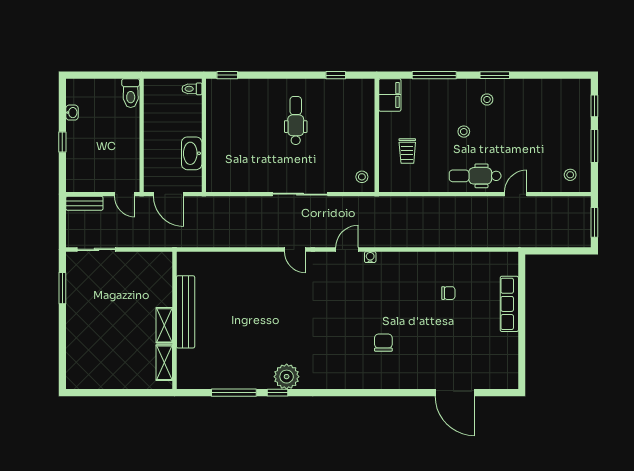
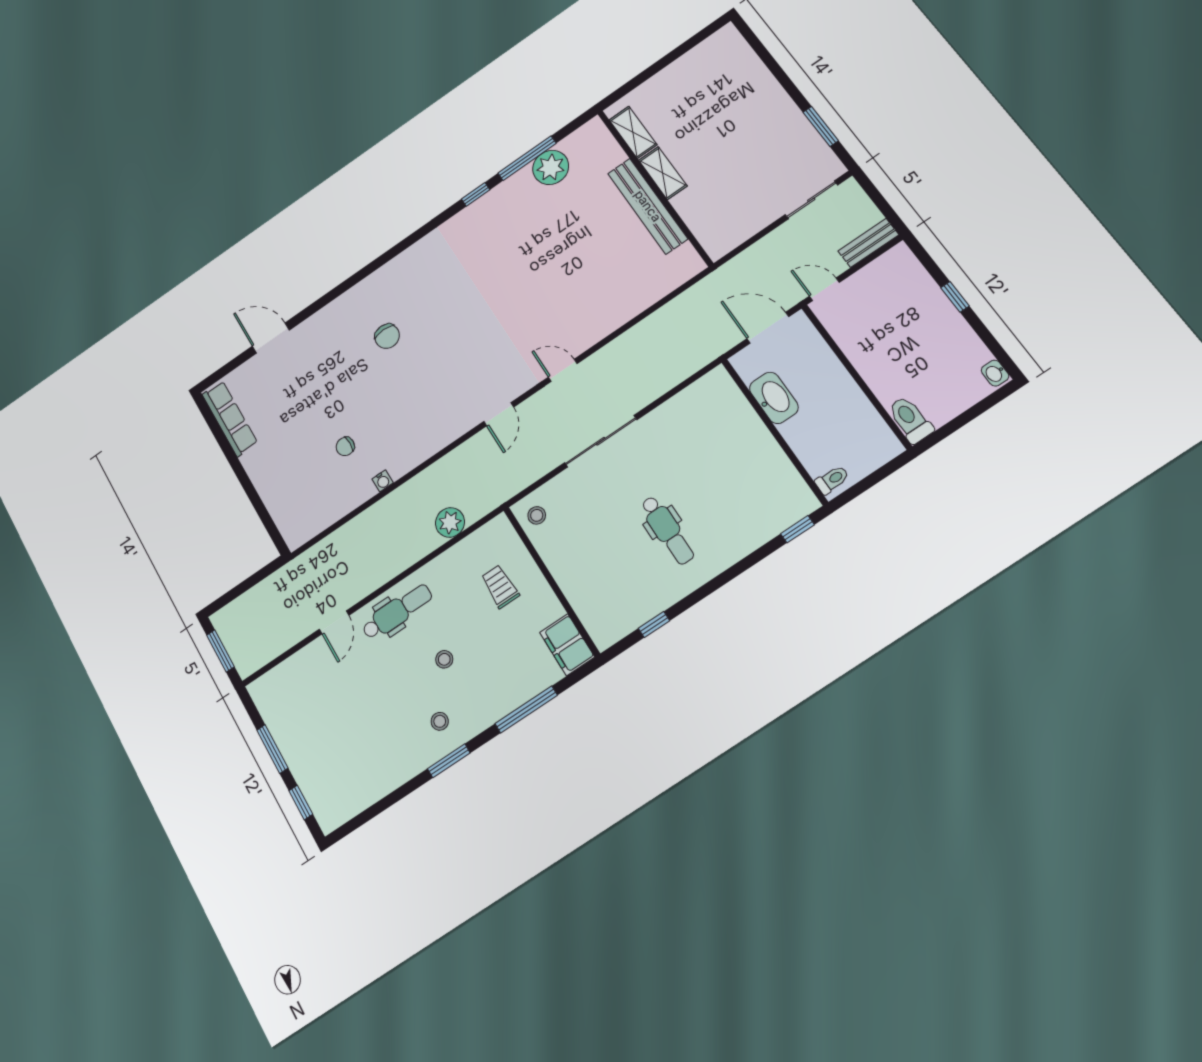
washbasin: (72, 113) -> (995, 373), moved
stool: (570, 175) -> (282, 692), removed
plant: (414, 206) -> (450, 522), added
water cooler: (370, 257) -> (383, 481), moved
row of seats: (509, 304) -> (230, 419), moved
plant: (287, 377) -> (551, 167), moved
door: (455, 393) -> (271, 338), width x0.73

